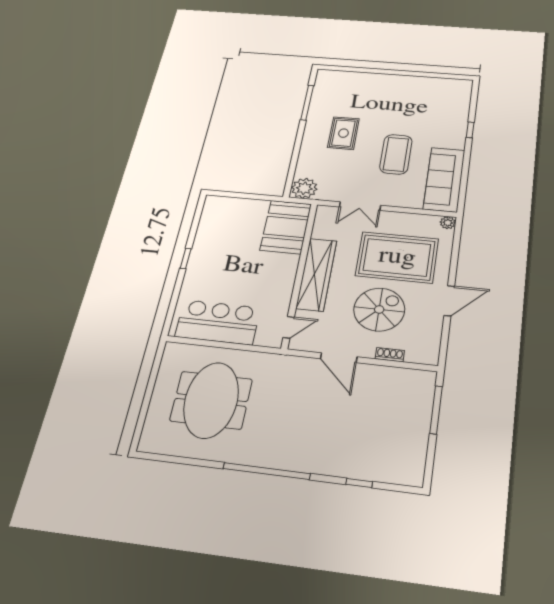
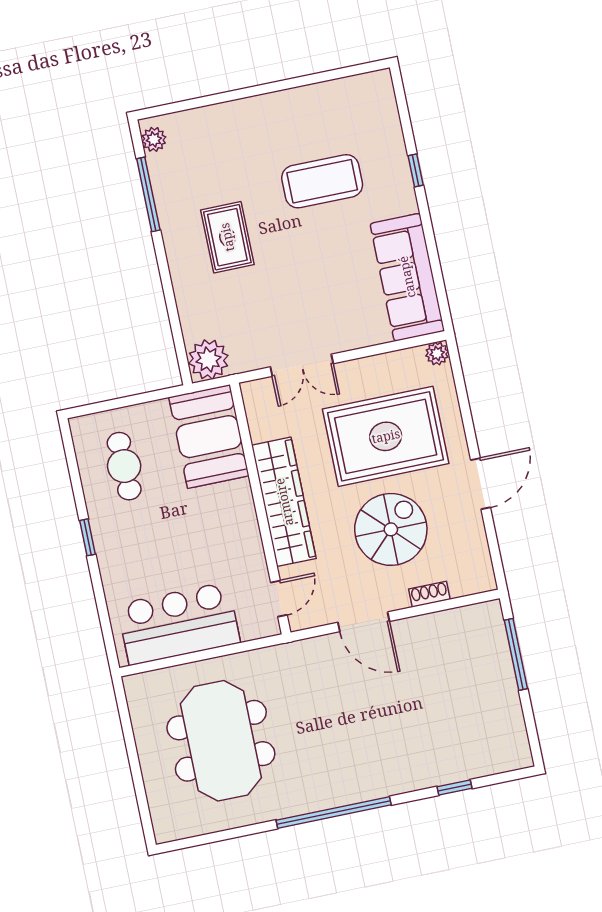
plant: (322, 79) -> (154, 139), added
coffee table: (396, 154) -> (322, 181), moved, turned 90
cafe table: (227, 228) -> (124, 466), added

